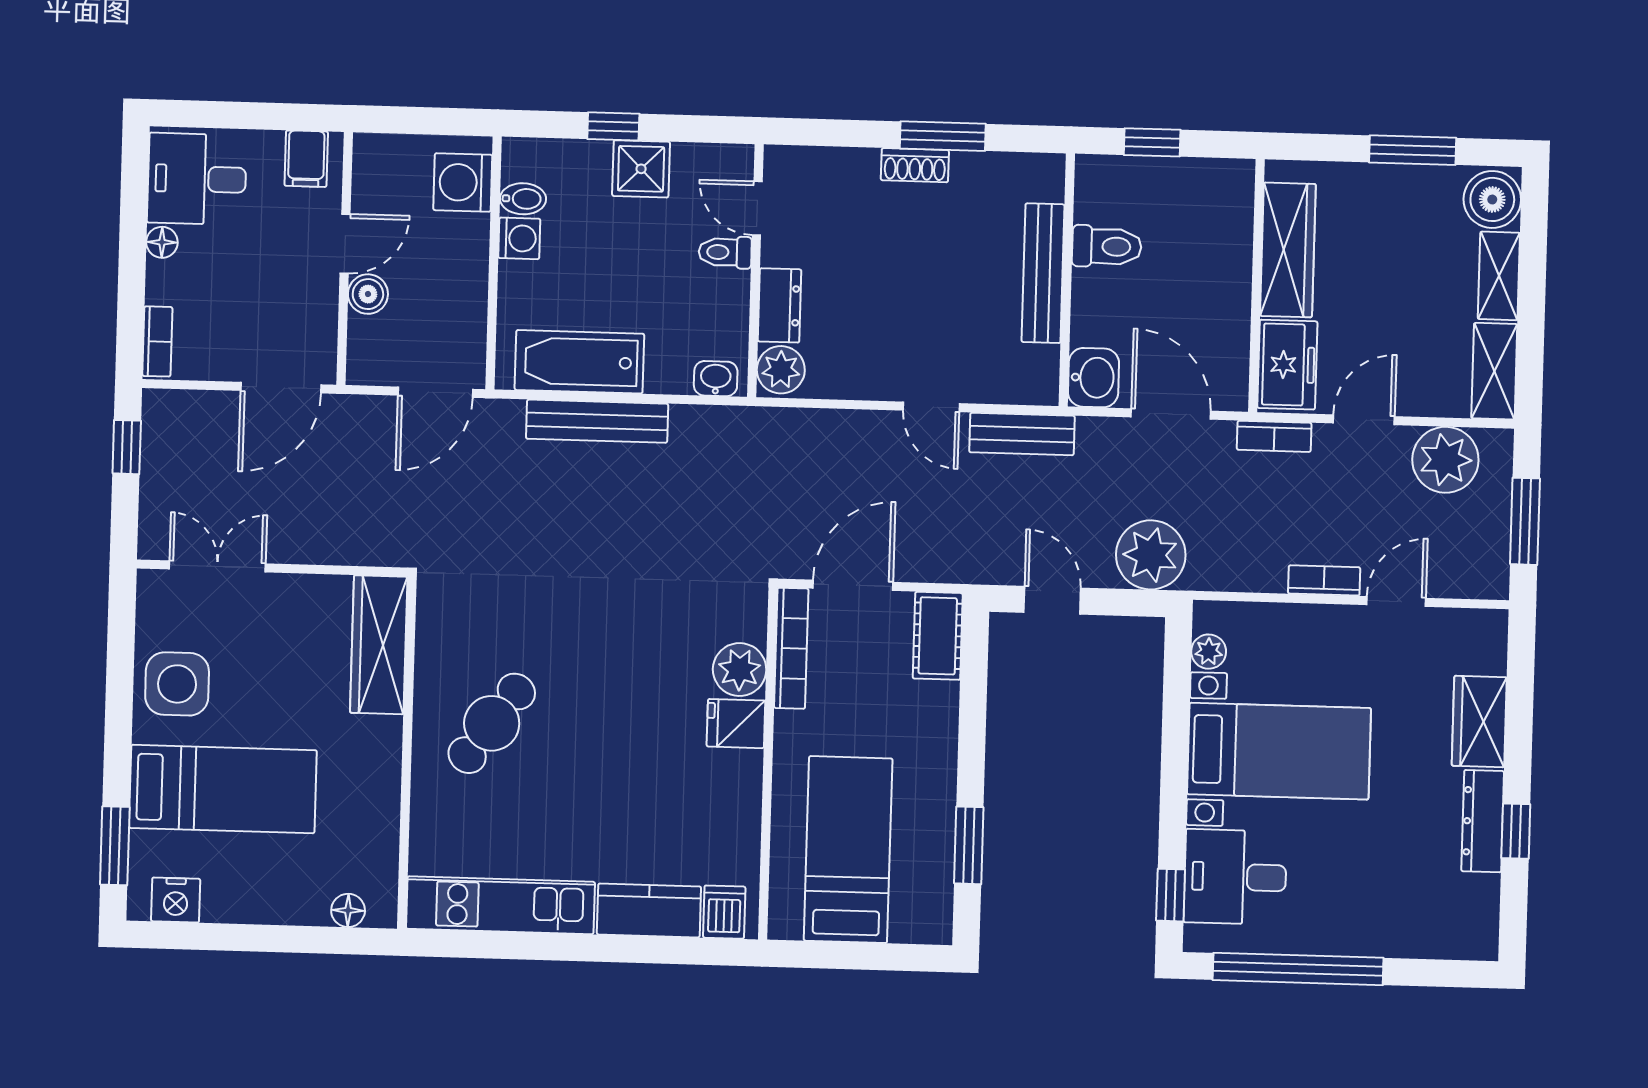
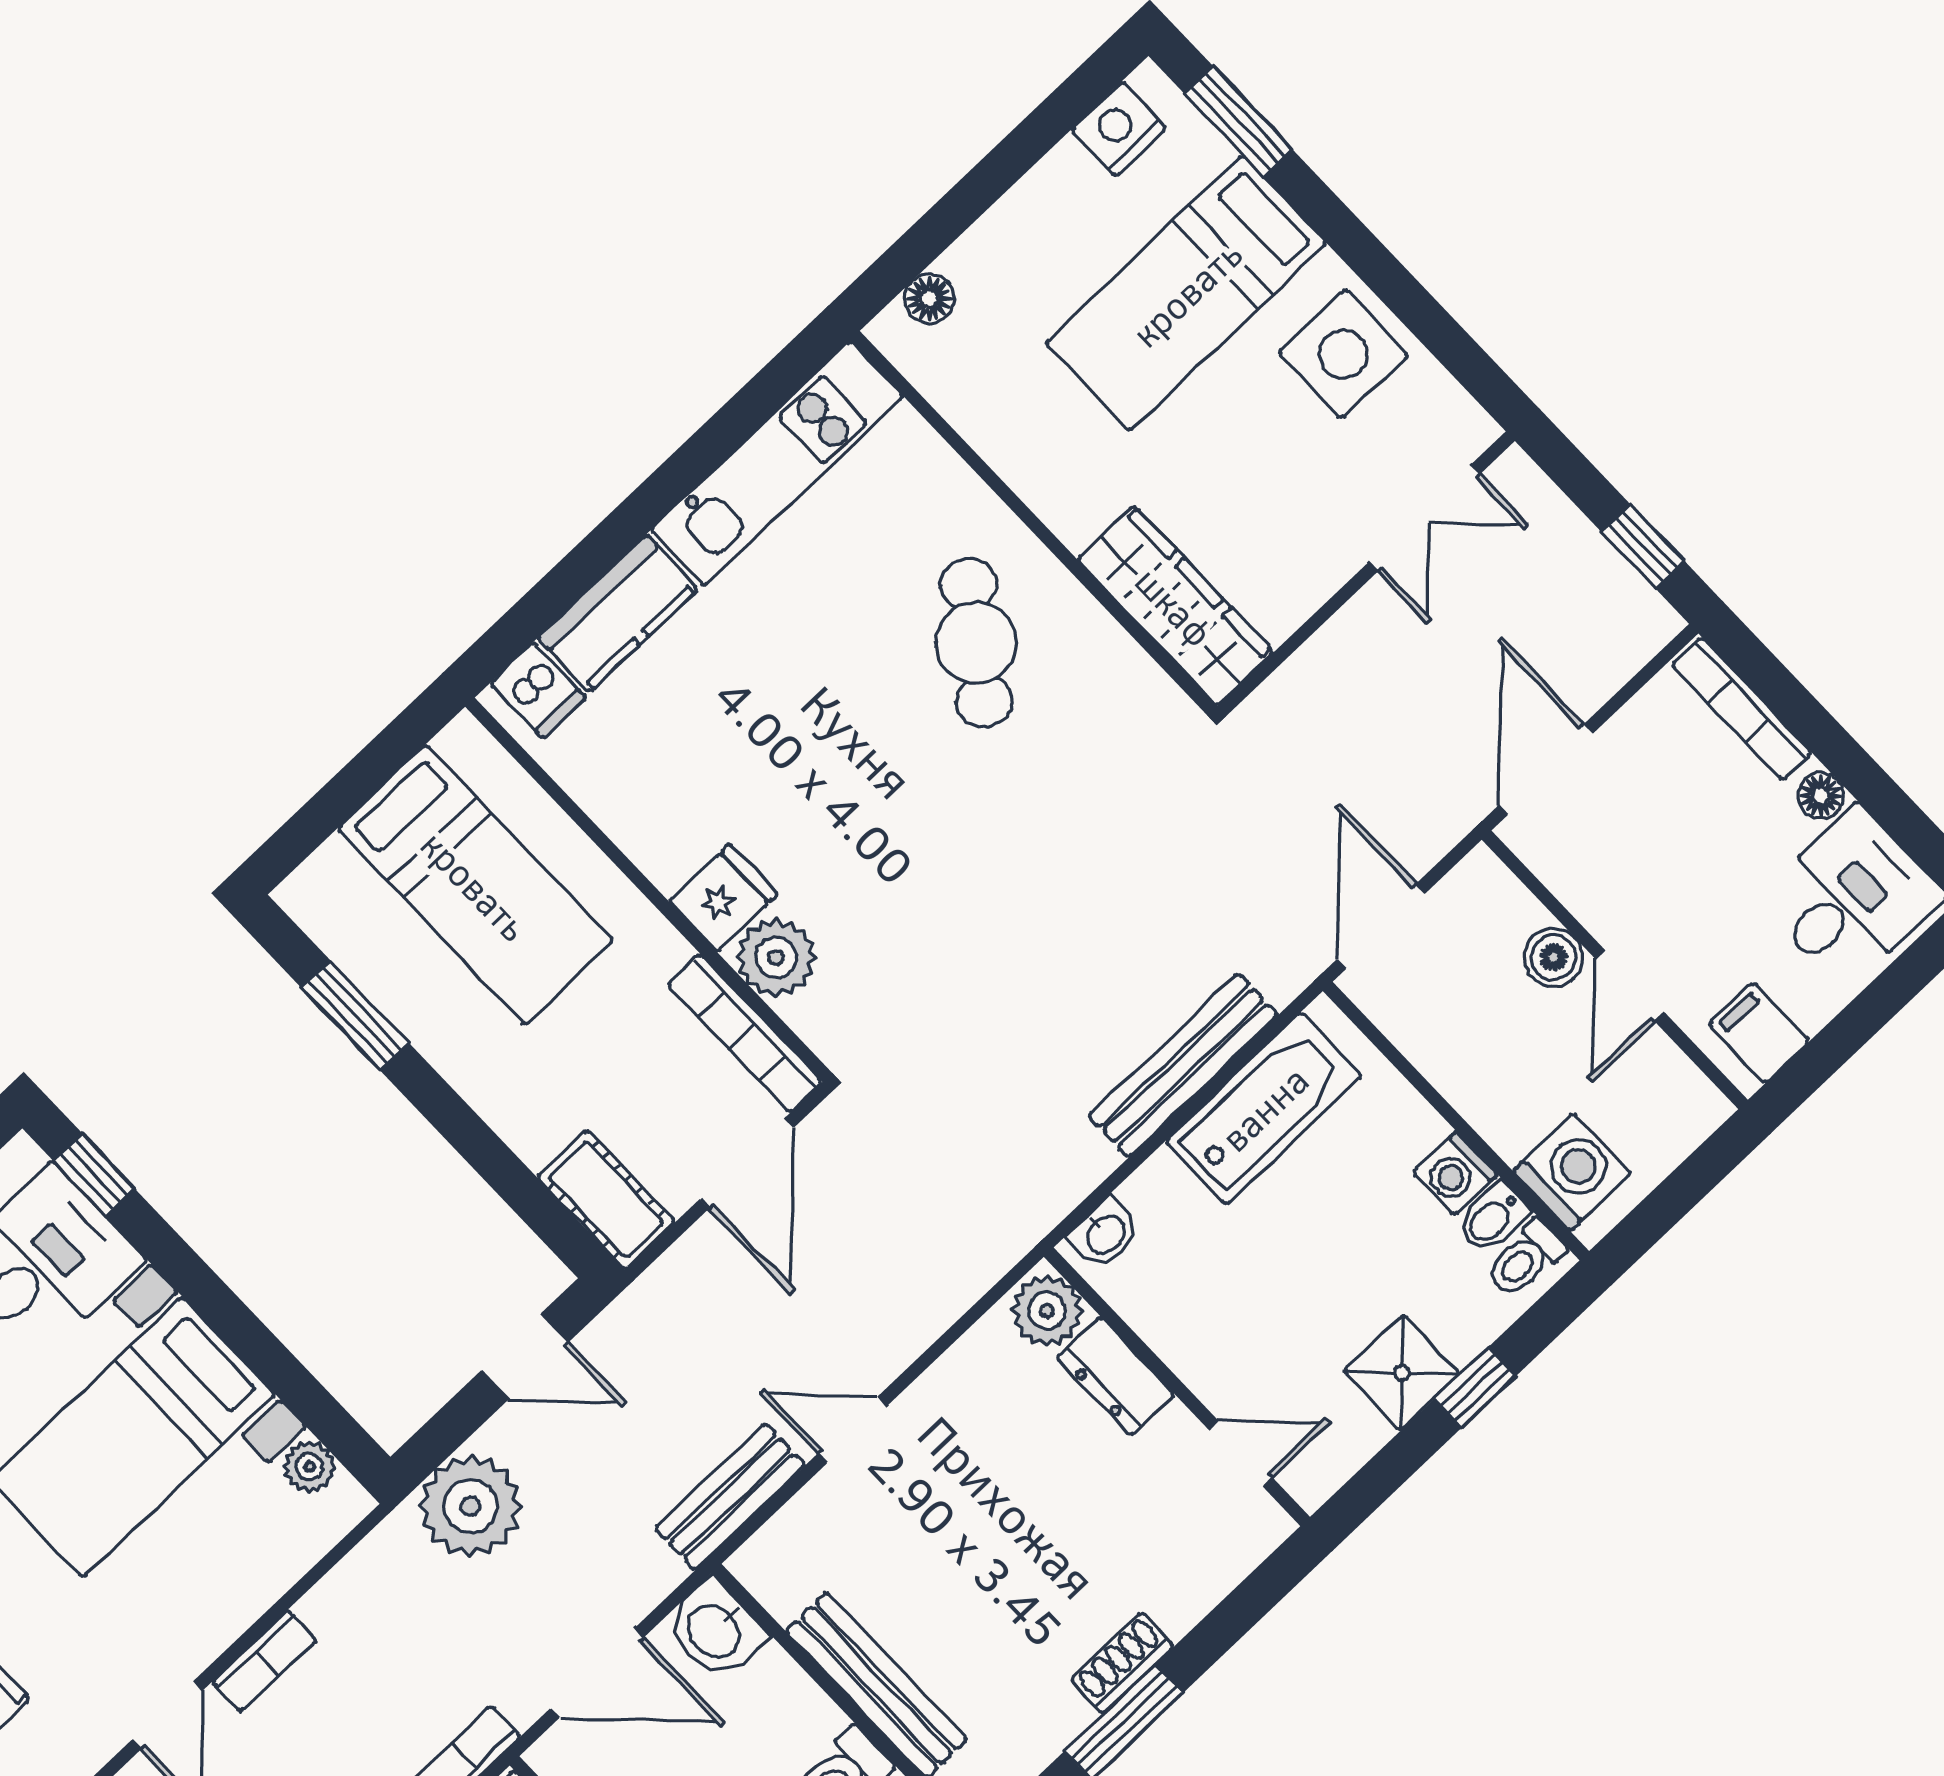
toilet: (725, 252) -> (1525, 1259), moved, turned 180
bookcase: (157, 341) -> (1742, 709), width x1.56

